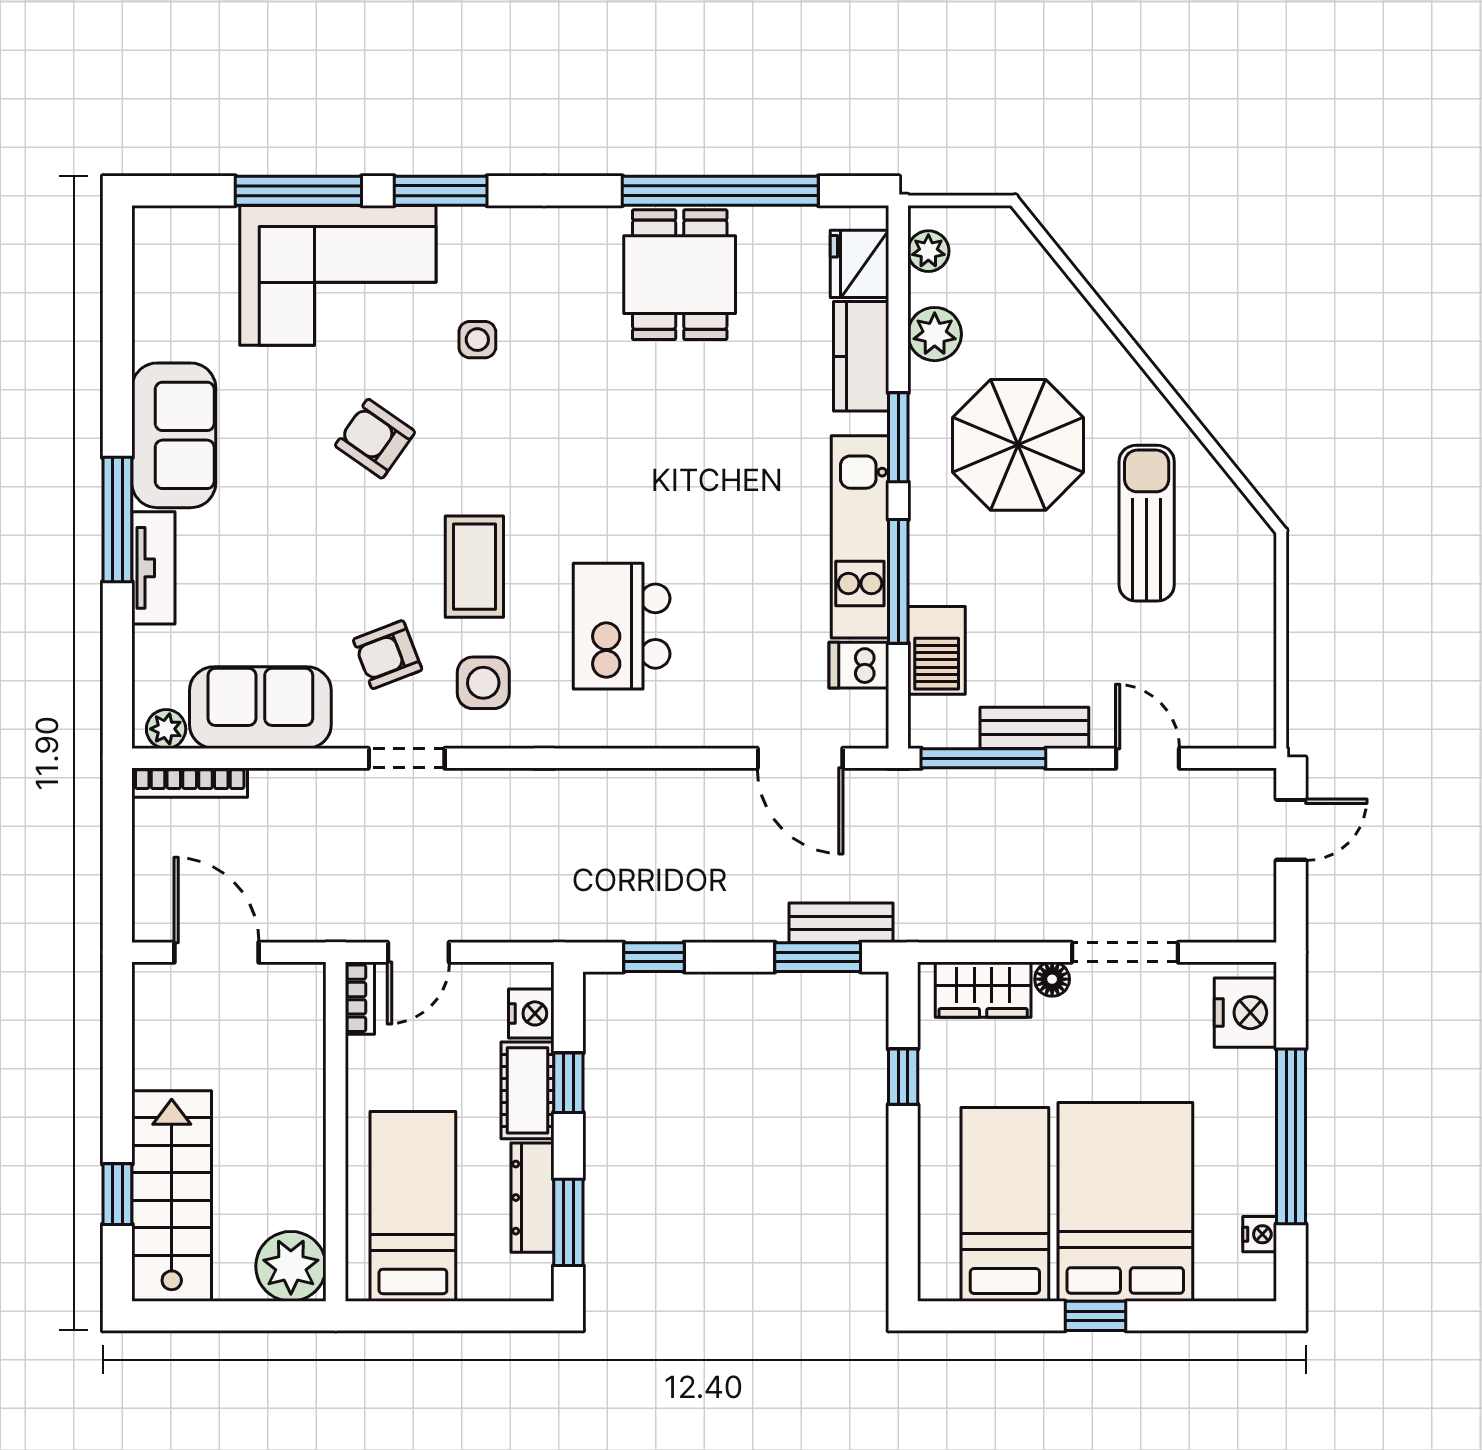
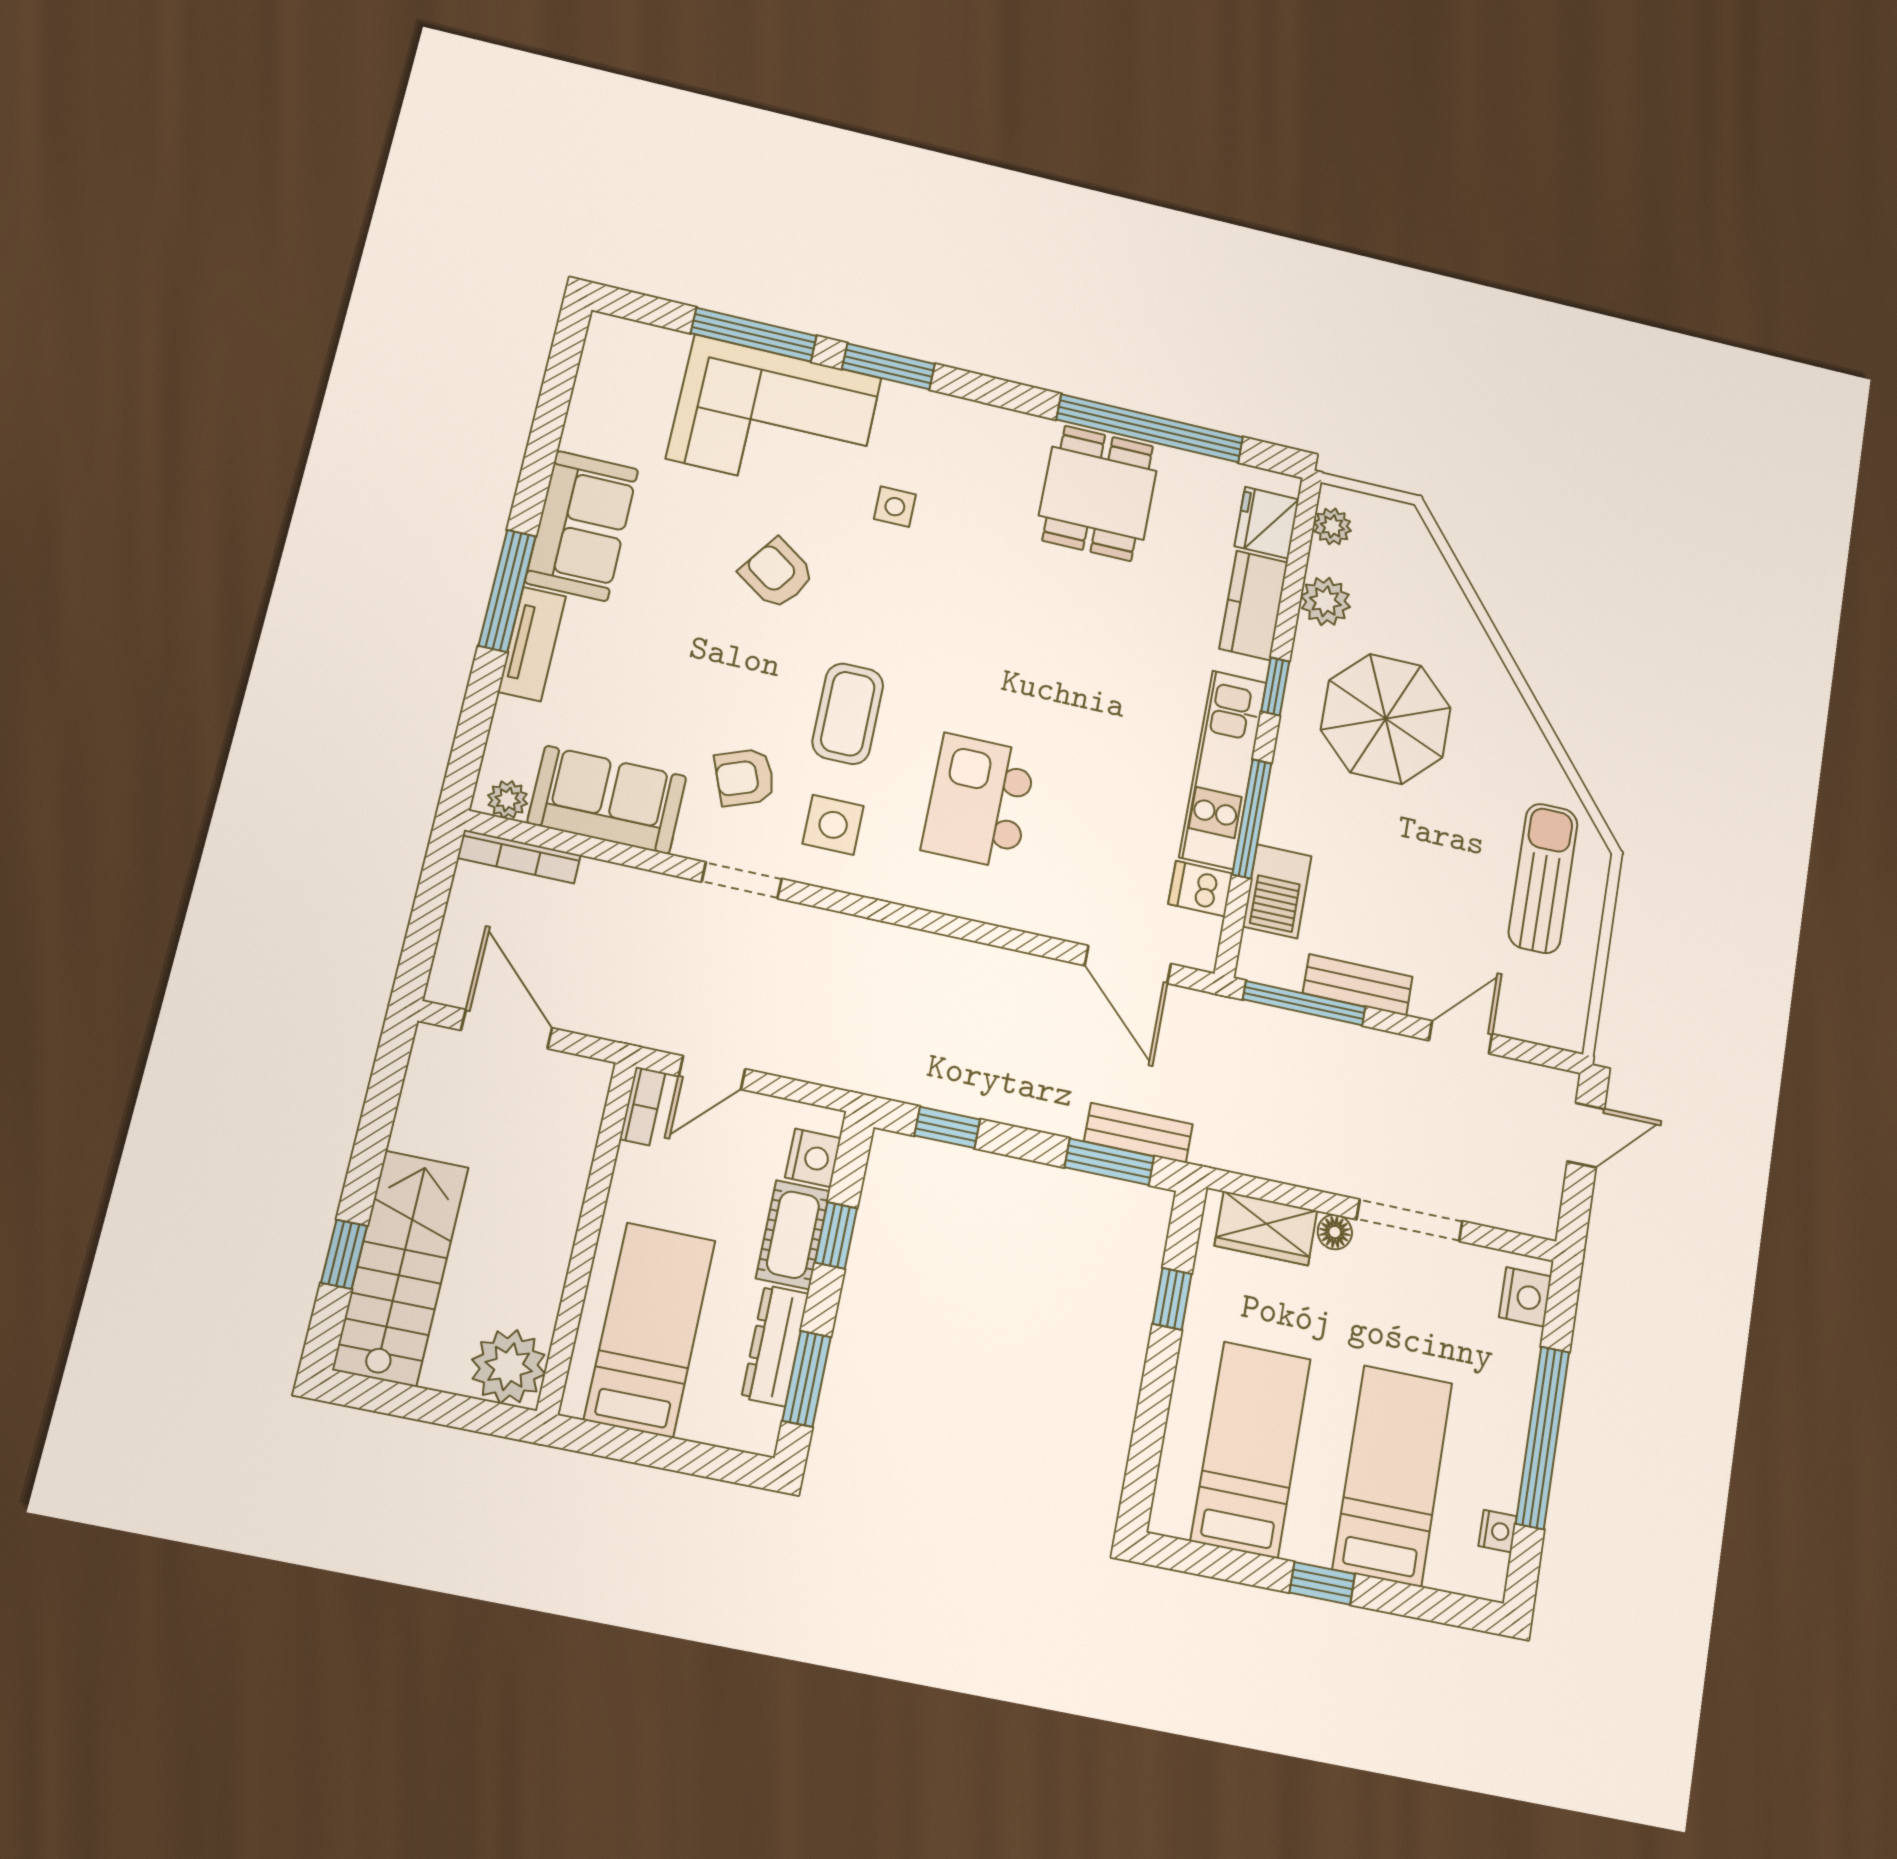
window: (898, 437) -> (1275, 686), width x0.67
sun lounger: (1147, 523) -> (1543, 878), moved
door: (1148, 758) -> (1461, 1037), hinge flipped
nightstand: (1245, 1013) -> (1525, 1297), width x0.74, depth x0.75
bed: (1125, 1202) -> (1393, 1476), width x0.67

